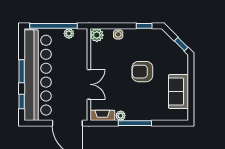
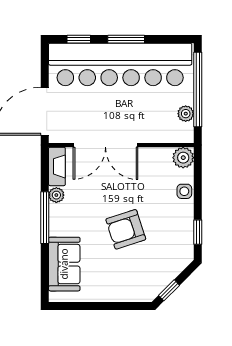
armchair: (142, 72) -> (126, 229), turned -108
double door: (89, 84) -> (105, 145), width x1.37
sofa: (179, 92) -> (64, 264), moved, turned 90

